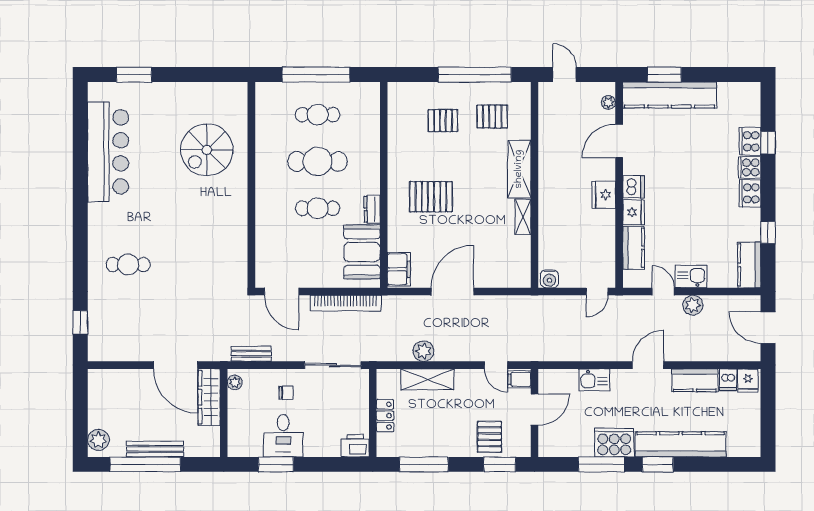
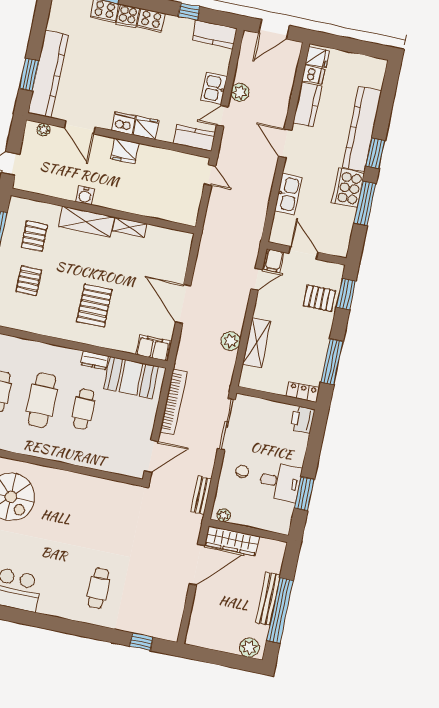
kitchen counter: (634, 248) -> (194, 138), moved
water cooler: (550, 279) -> (85, 195), moved, turned 90
kitchen sink: (594, 380) -> (288, 194), width x1.38
locker: (385, 416) -> (303, 392), moved

